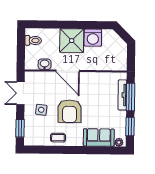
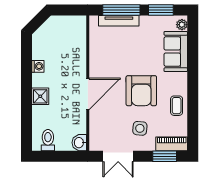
washing machine: (93, 38) -> (38, 66), width x0.53, depth x0.53
shower: (72, 41) -> (40, 96), width x0.54, depth x0.54
washbasin: (45, 64) -> (79, 143), moved
armchair: (70, 111) -> (141, 91), turned 90
piano: (29, 134) -> (172, 144), added

